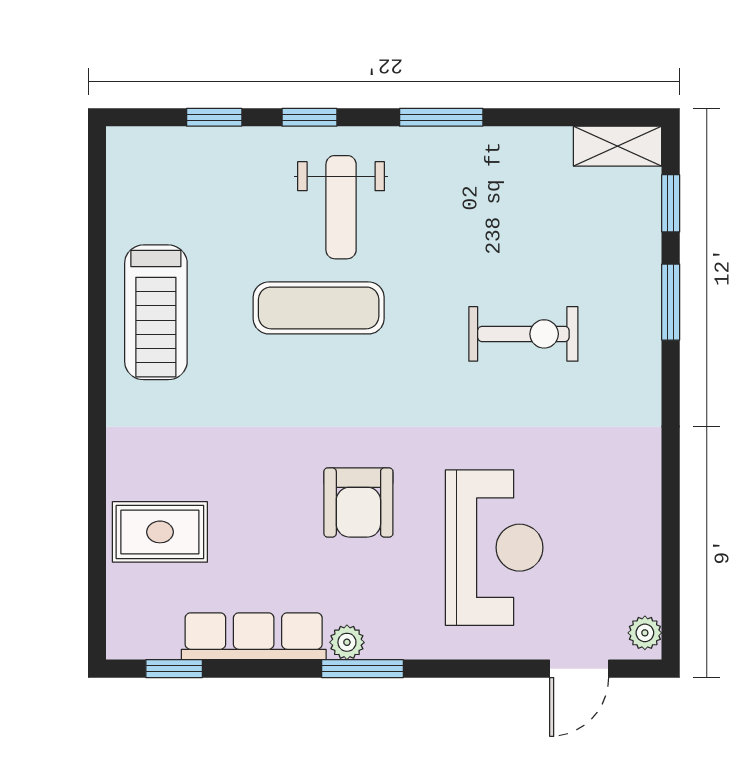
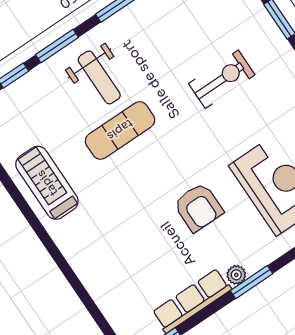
window: (309, 117) -> (57, 46), width x1.50
treadmill: (156, 312) -> (47, 183), turned 180
rug: (160, 532) -> (117, 282), removed

